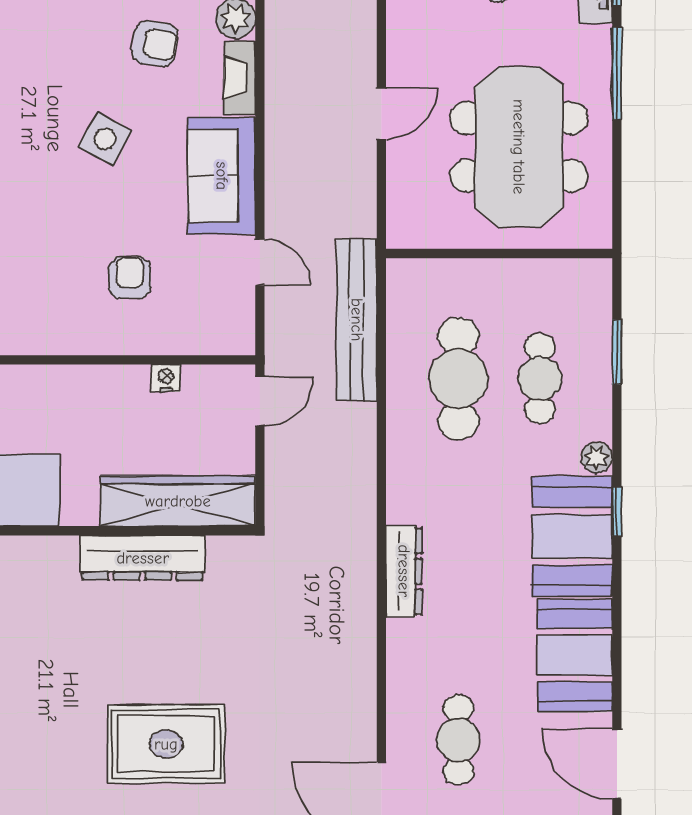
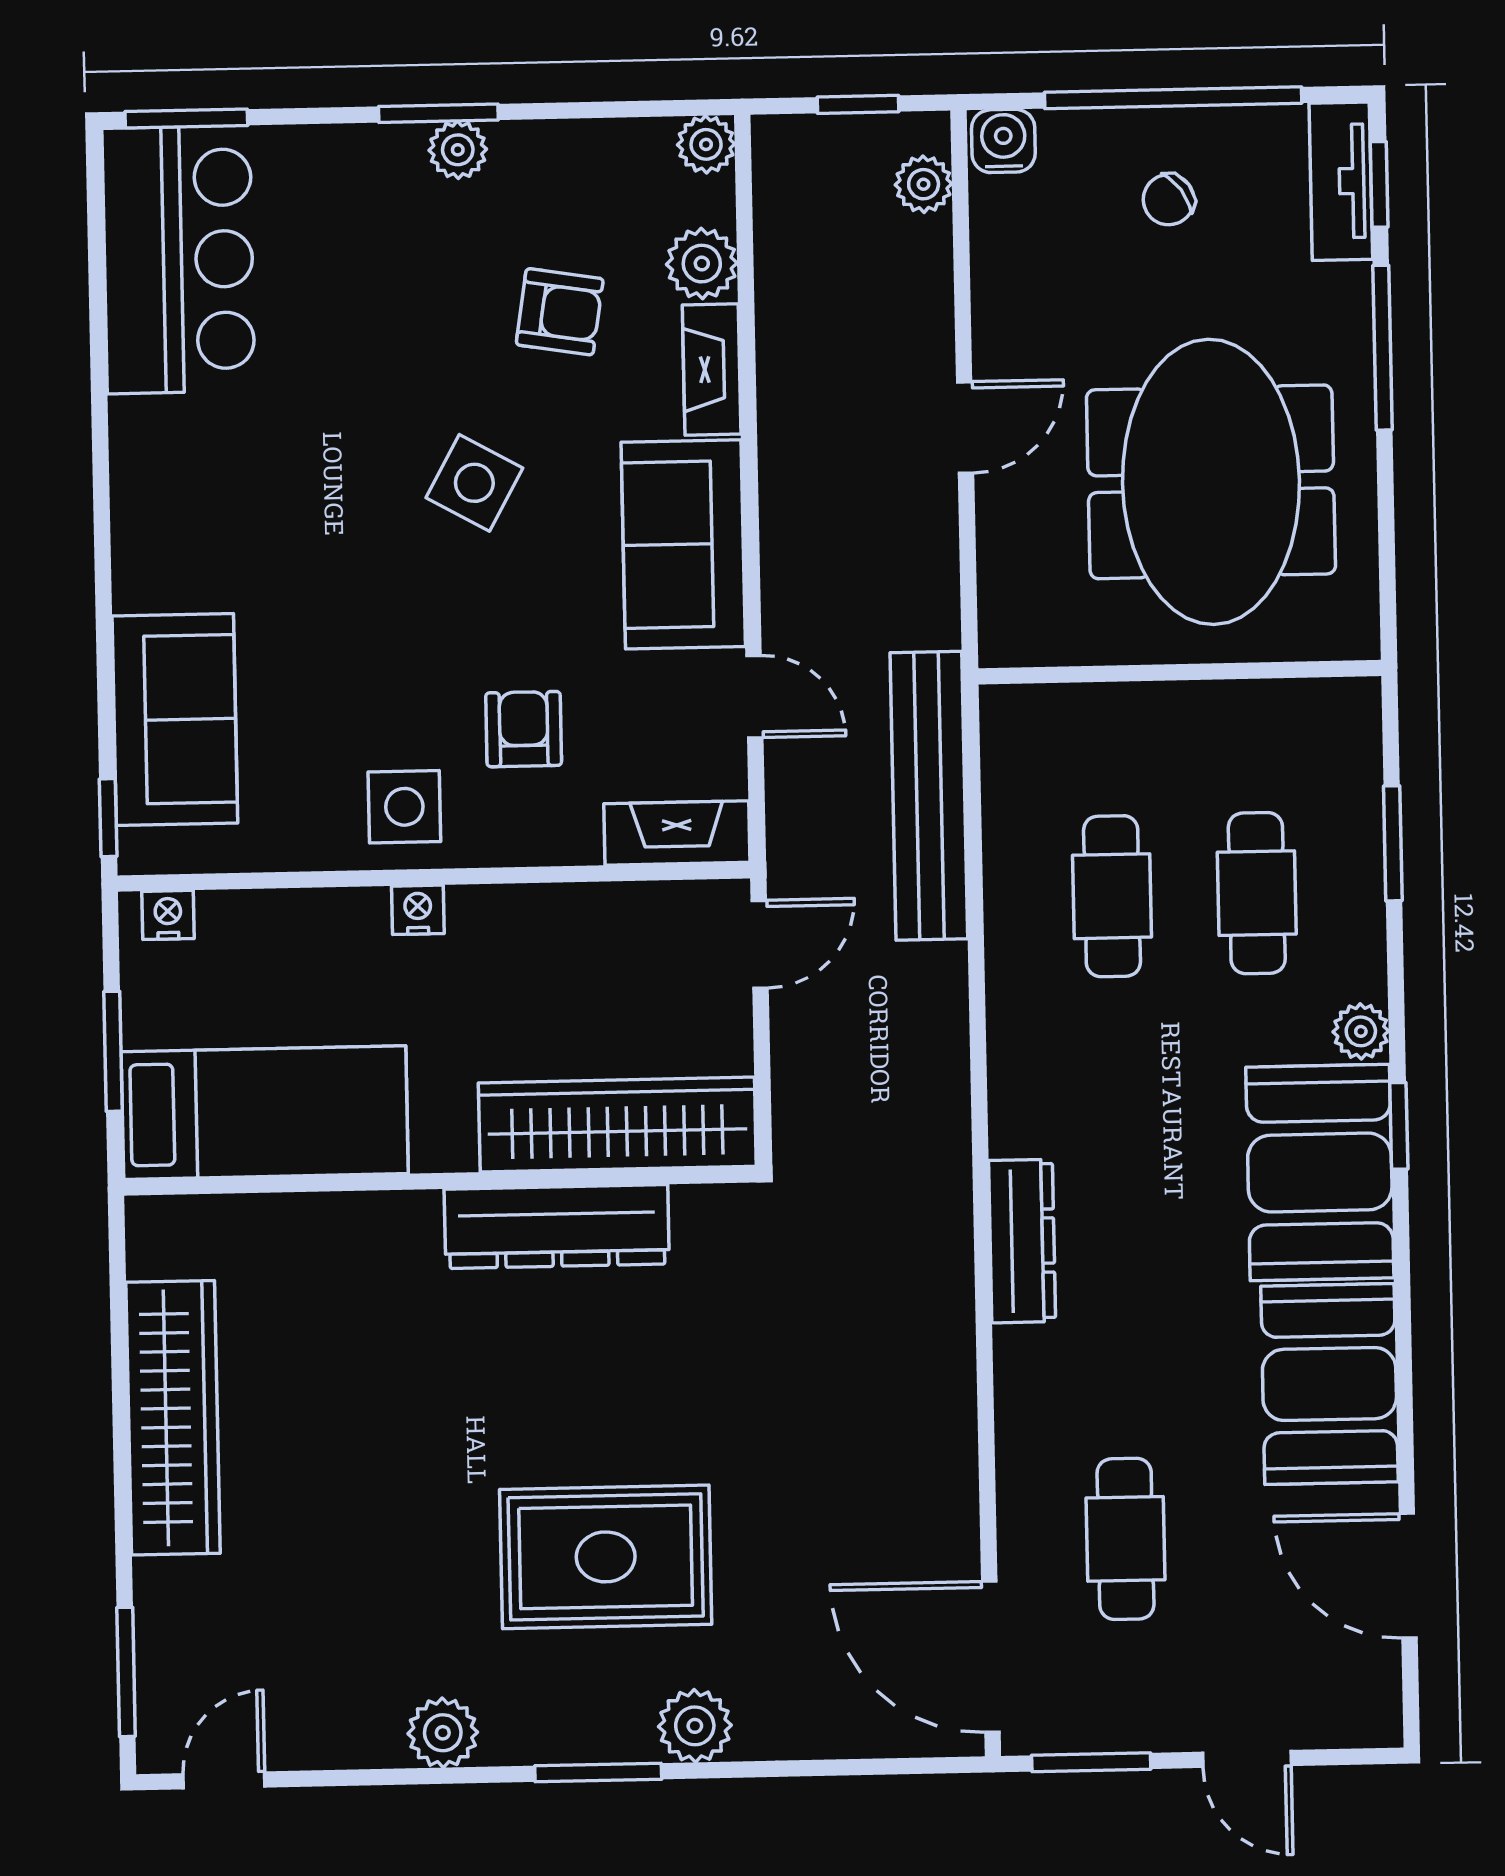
side table: (62, 320) -> (404, 807), added
fireplace: (215, 338) -> (677, 833), added
nightstand: (166, 378) -> (418, 910), moved
cafe table: (458, 379) -> (1112, 896), width x0.73, depth x0.74

